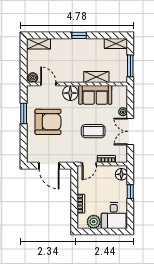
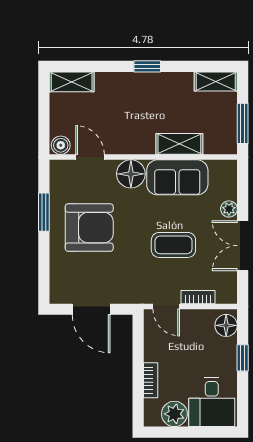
door: (89, 164) -> (166, 306), hinge flipped

